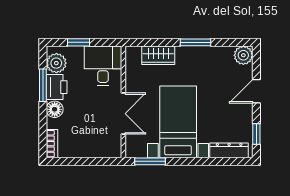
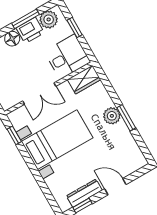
wardrobe: (158, 55) -> (84, 79), moved, turned -90
plant: (243, 55) -> (112, 116), moved
dresser: (229, 150) -> (84, 193), moved, turned -90
window: (150, 161) -> (14, 135), width x0.67

